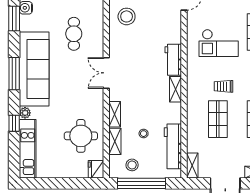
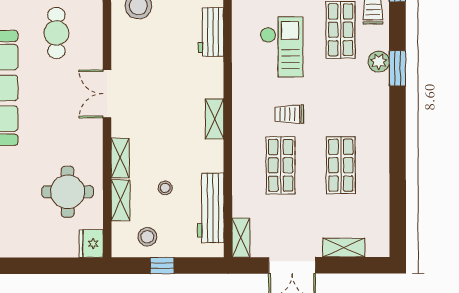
checkout: (219, 43) -> (282, 47), turned -90
workbench: (173, 60) -> (211, 32), moved
window: (141, 183) -> (162, 266), width x0.32

